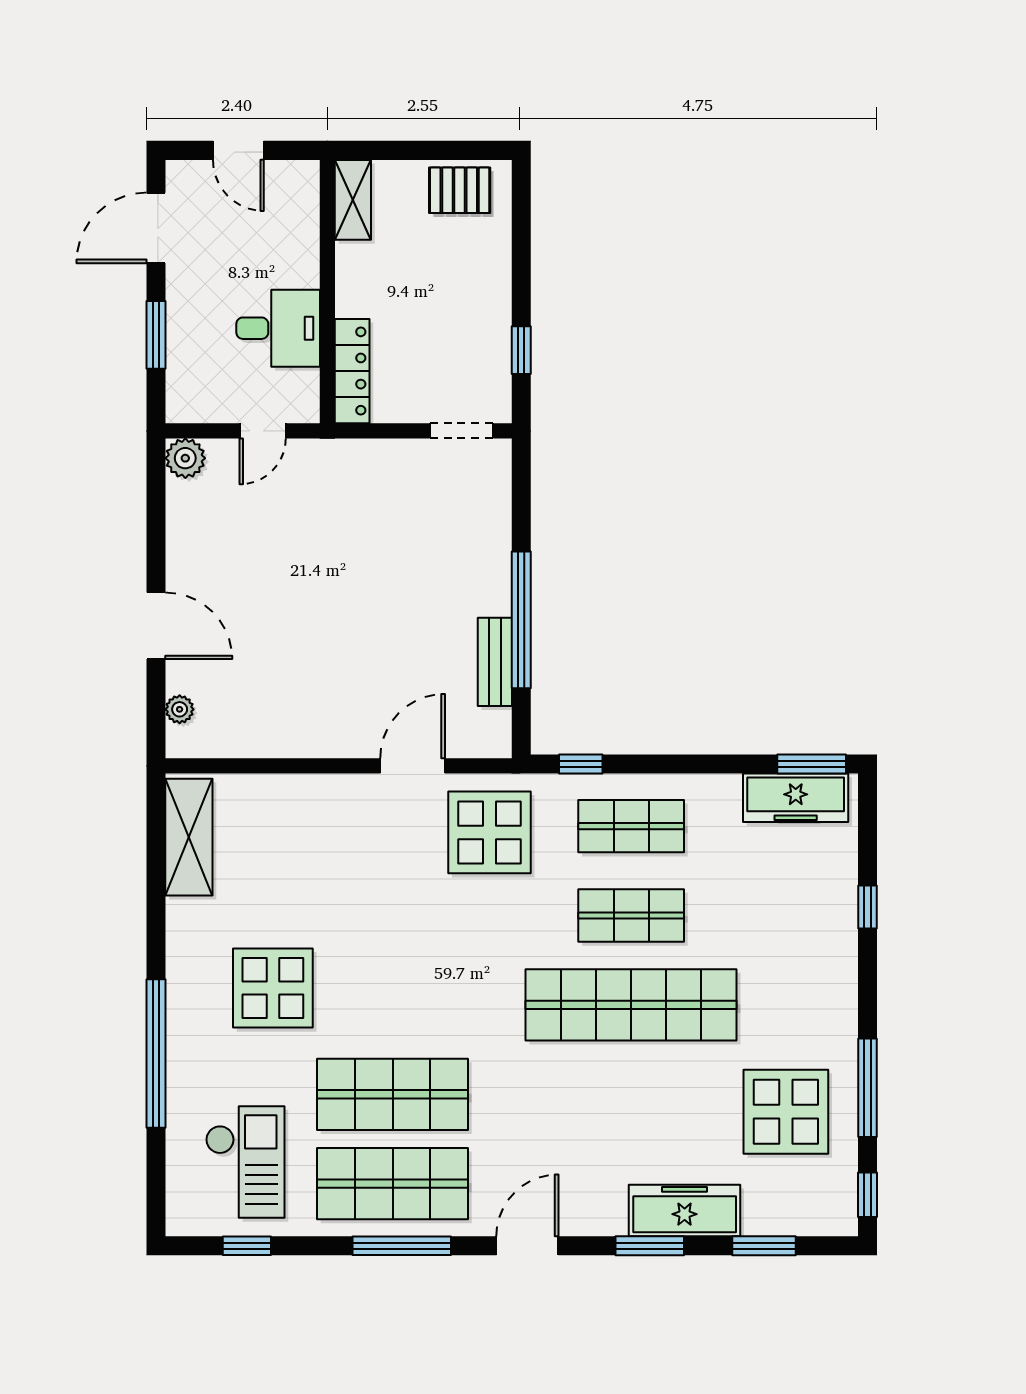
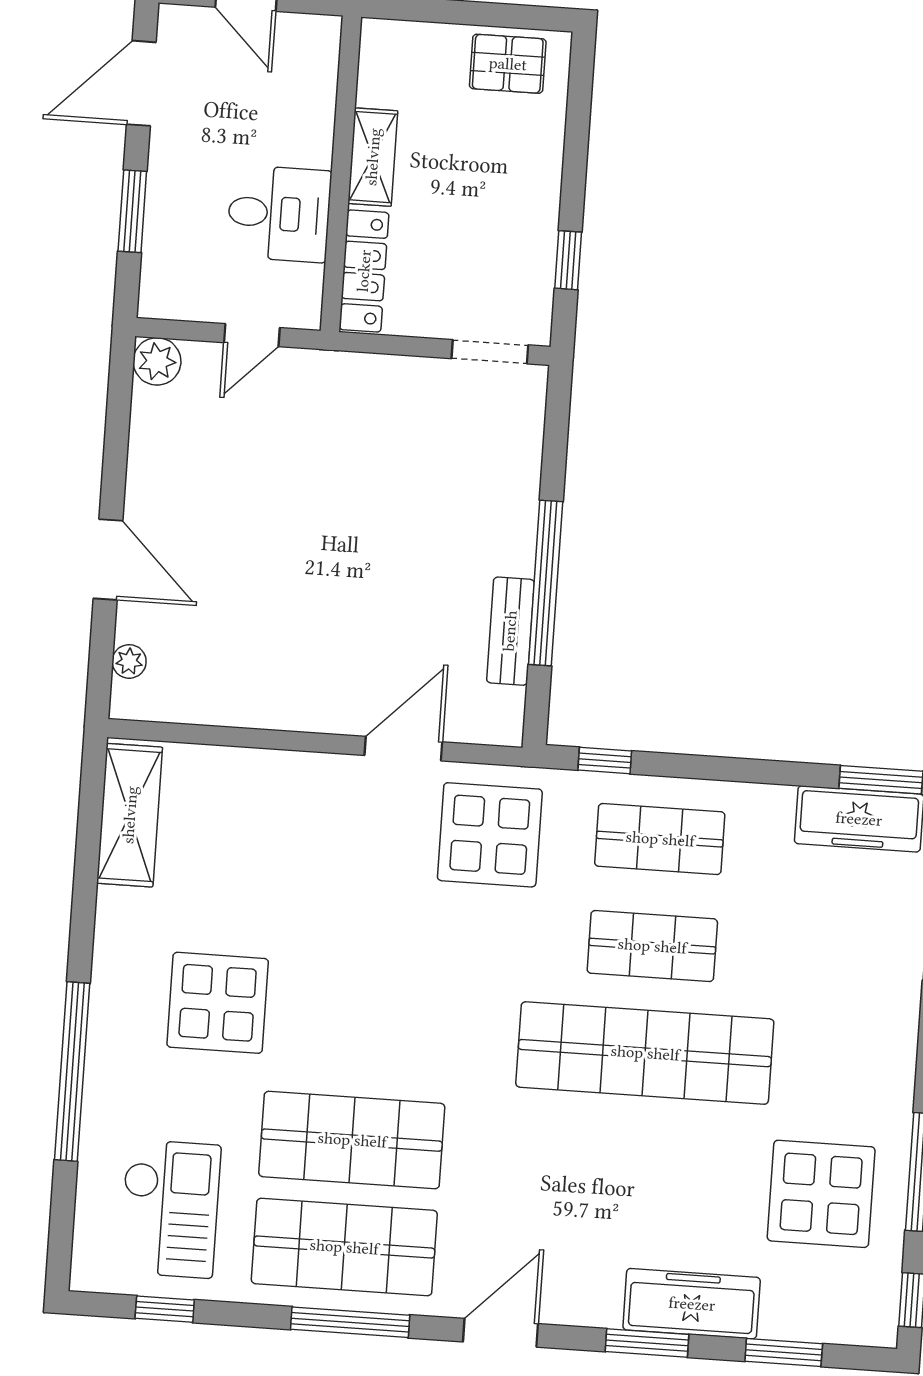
shelving: (353, 200) -> (373, 157), moved

